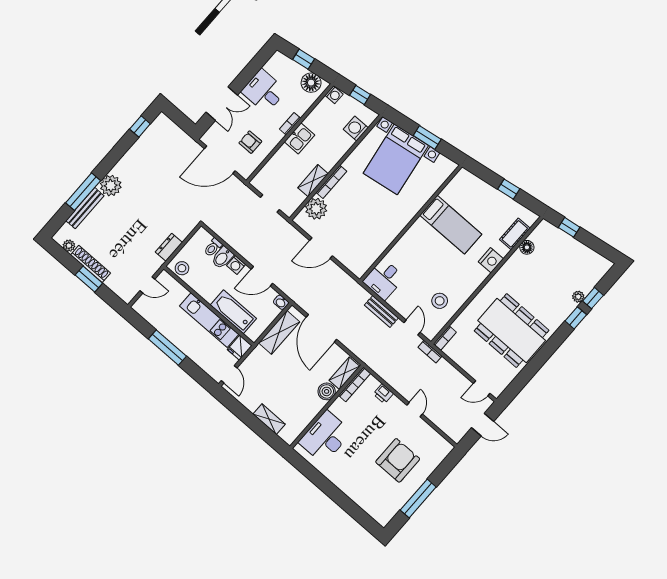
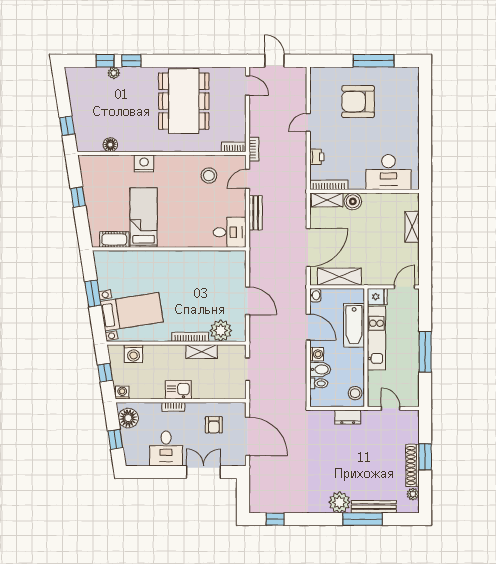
bed with nightstands: (396, 159) -> (132, 312), width x0.73
cot: (515, 234) -> (114, 239), moved

